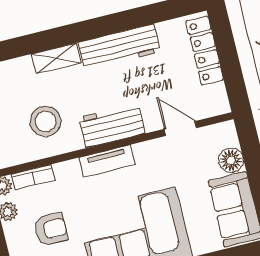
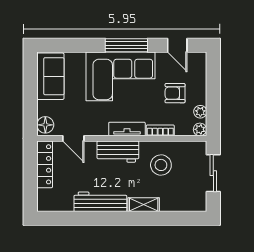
locker: (205, 50) -> (45, 164), moved
floor lamp: (231, 160) -> (45, 125), moved
bookcase: (33, 177) -> (160, 130), moved

